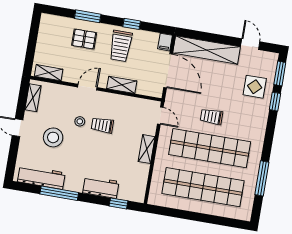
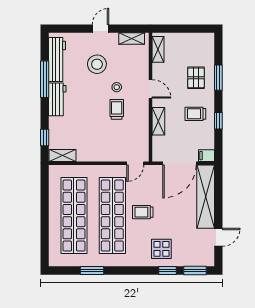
trolley: (121, 46) -> (195, 114), width x0.73, depth x0.72
display table: (255, 87) -> (161, 249), moved
trolley: (211, 117) -> (143, 212), turned -90
shelving: (147, 149) -> (62, 156), moved
window: (262, 178) -> (92, 270), width x0.69
workbench: (101, 187) -> (57, 99), moved

